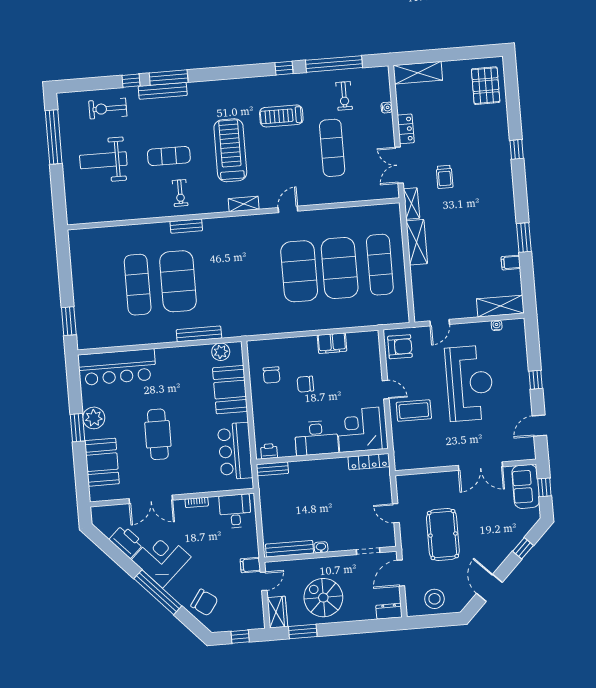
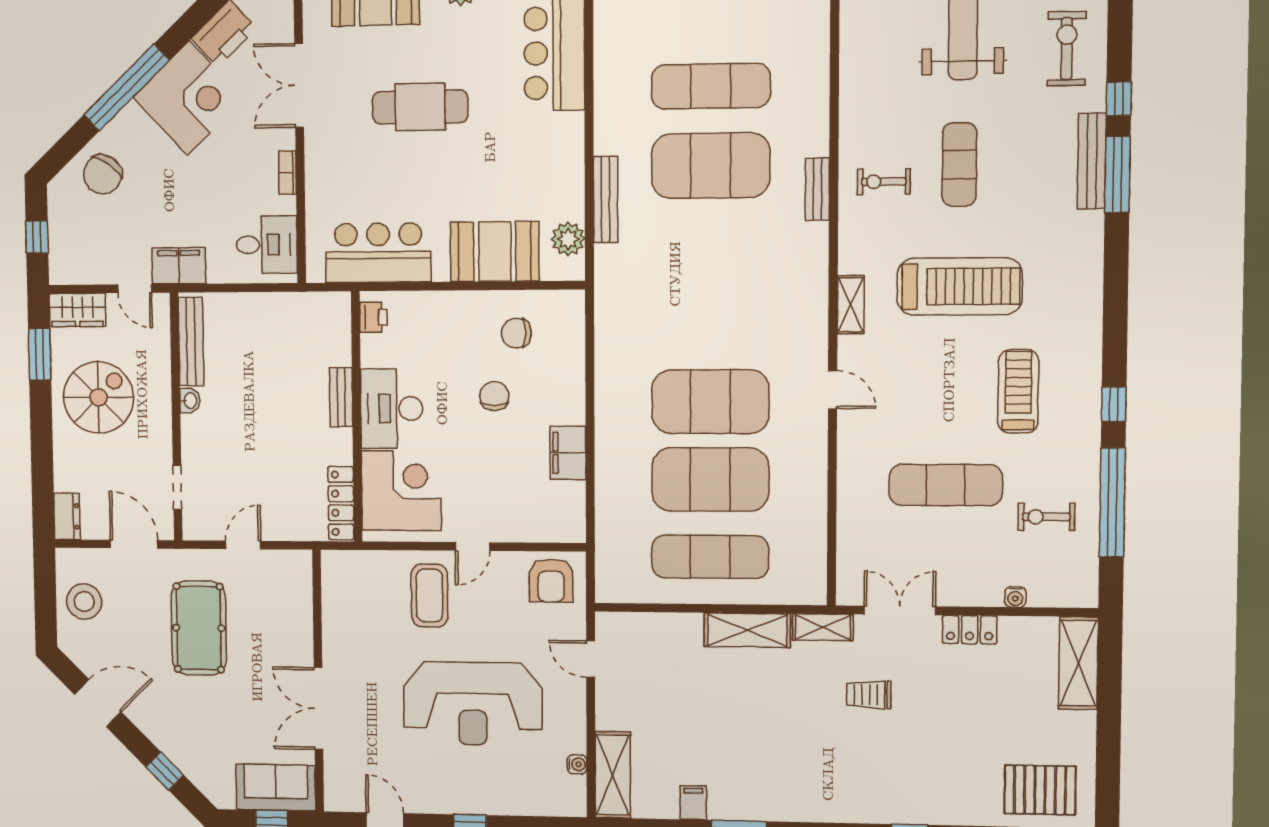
bench: (272, 469) -> (341, 397), moved
pool table: (443, 535) -> (199, 628), turned 90
filing cabinet: (250, 565) -> (179, 266), width x2.00

